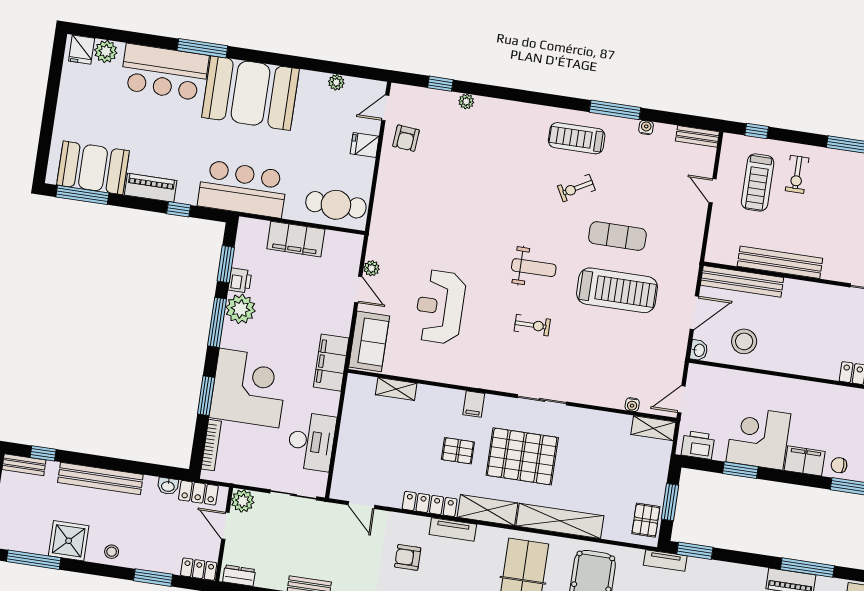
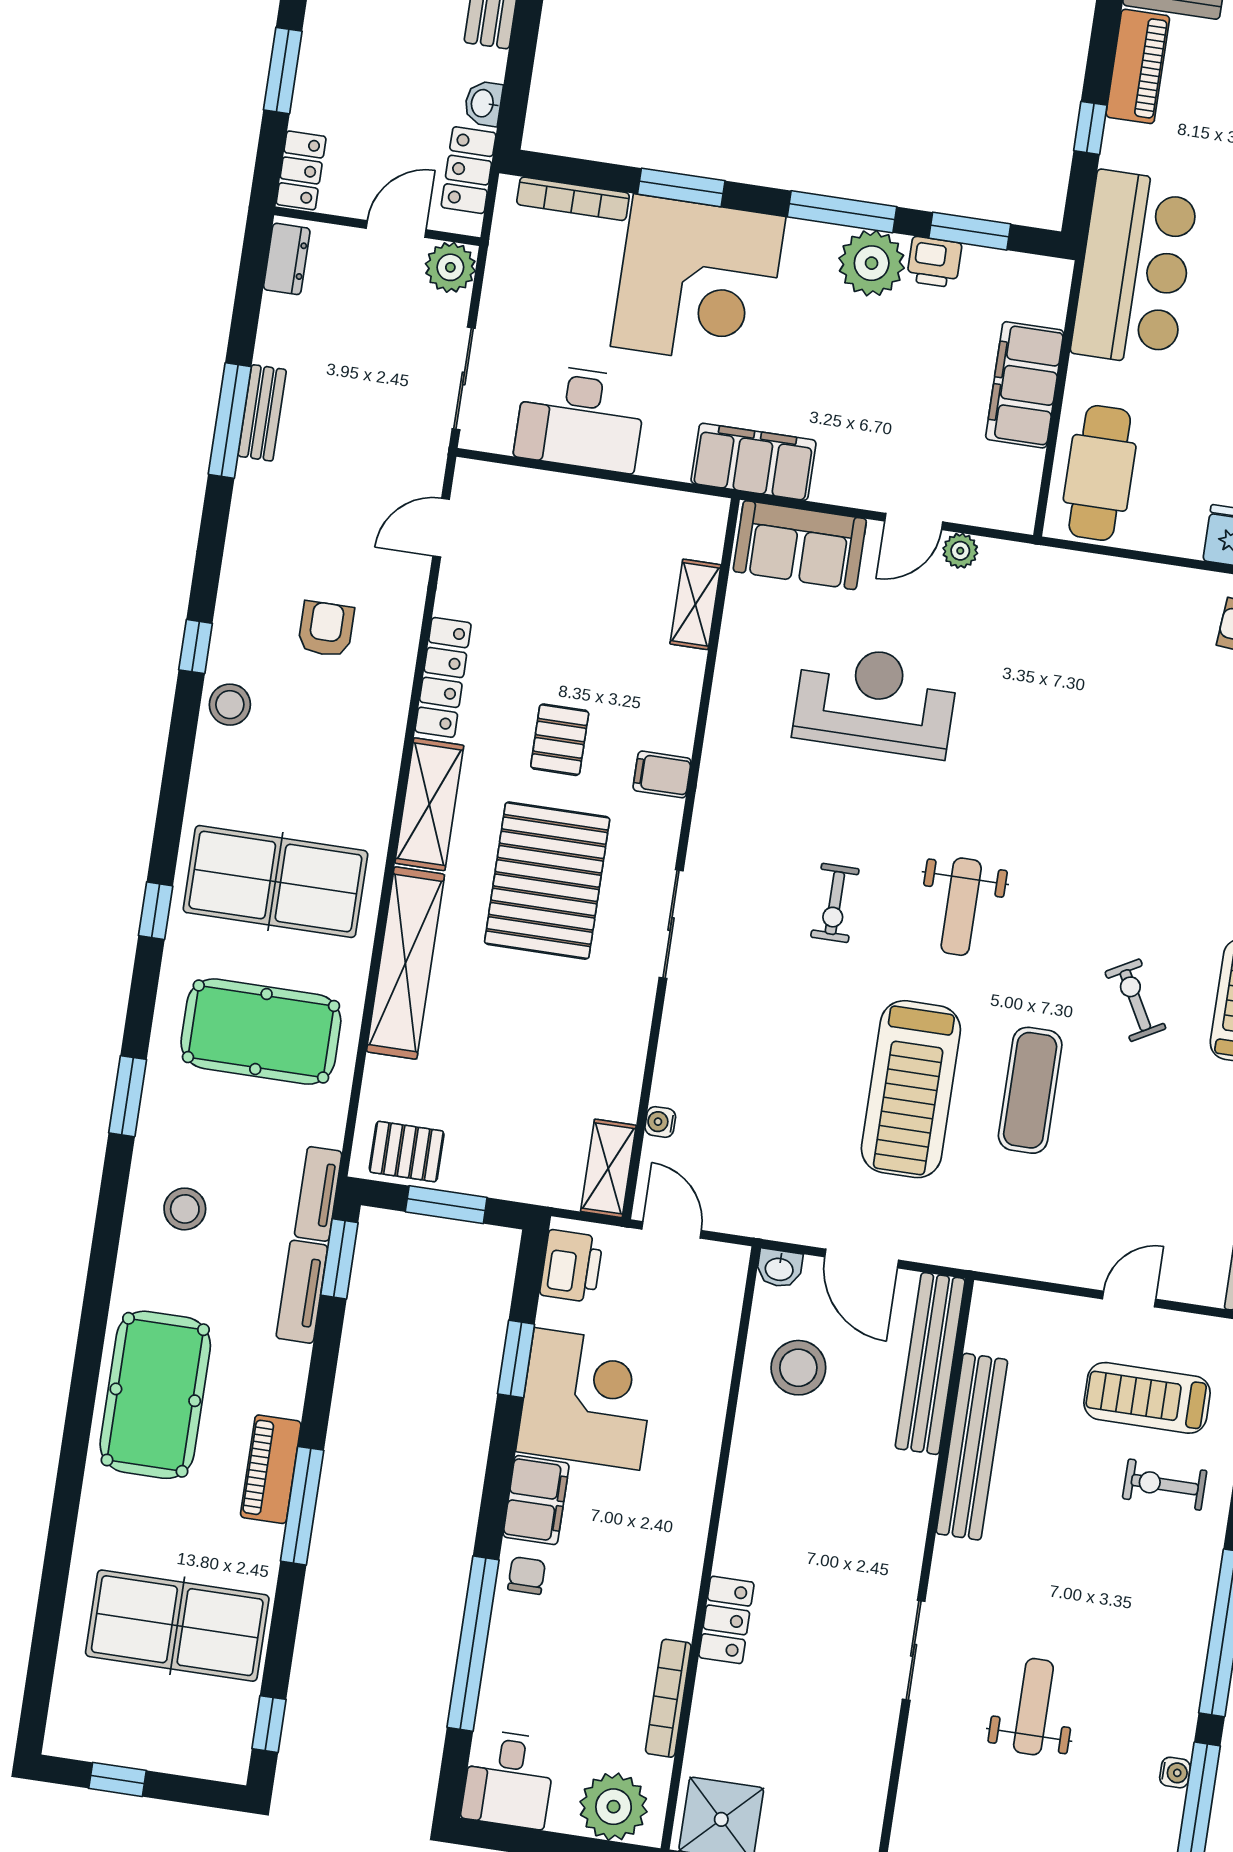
tv unit: (453, 529) -> (302, 1292), moved

